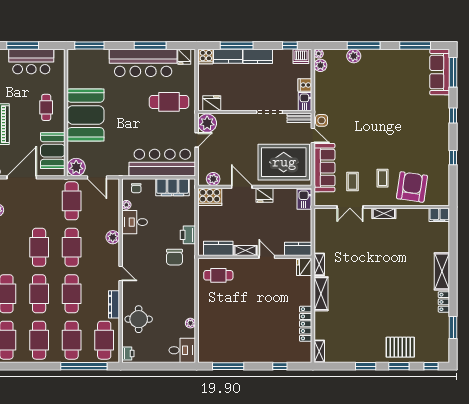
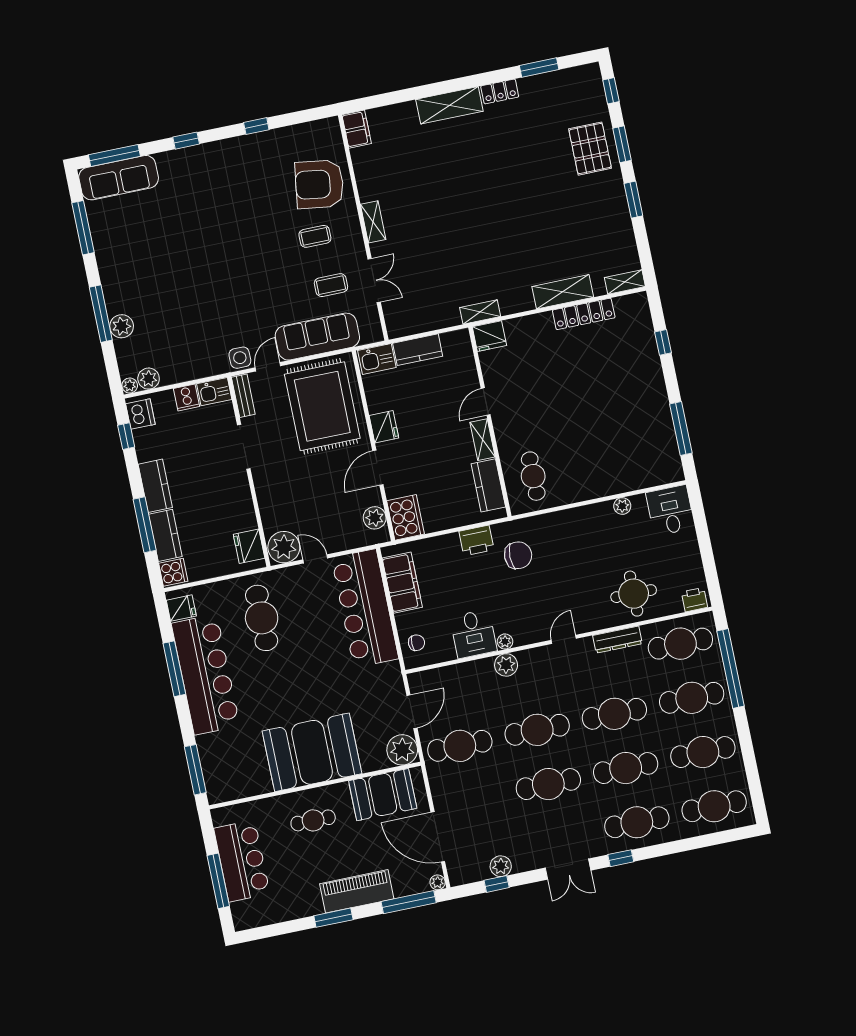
plant: (126, 205) -> (505, 642), moved
kitchen counter: (298, 249) -> (418, 350), moved, turned -90
shelving: (321, 294) -> (563, 292), moved

